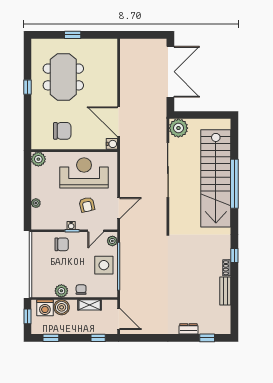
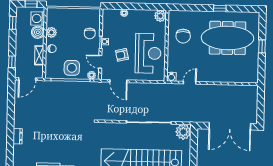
meeting table: (63, 77) -> (227, 38), width x1.36
door: (119, 122) -> (190, 83), width x0.53
window: (207, 338) -> (10, 152), removed

